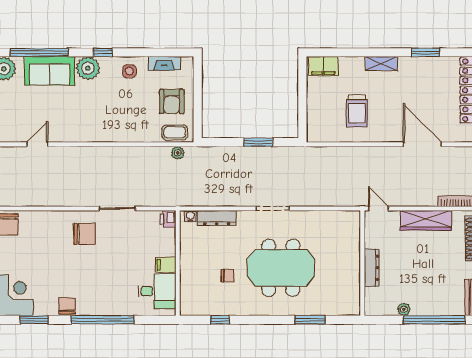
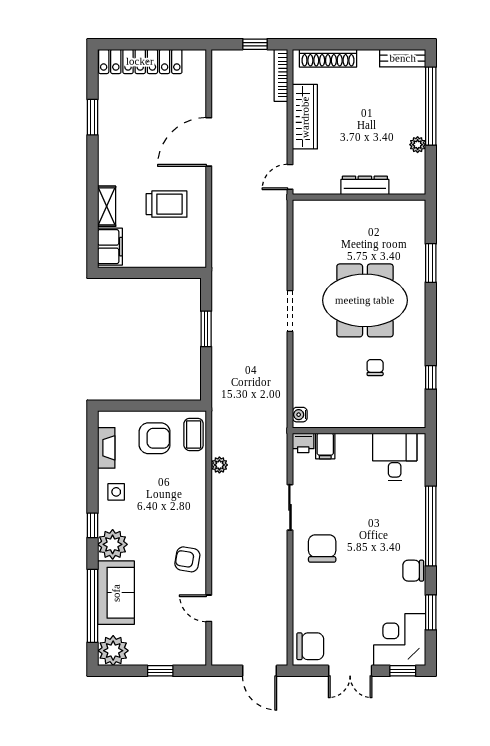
shelving: (382, 64) -> (107, 206), moved
armchair: (76, 127) -> (187, 559), added
door: (422, 144) -> (209, 142), moved
plant: (178, 153) -> (219, 465), moved
dresser: (217, 218) -> (302, 381), removed
filing cabinet: (166, 265) -> (325, 446), moved
meeting table: (281, 268) -> (365, 300), turned 90

